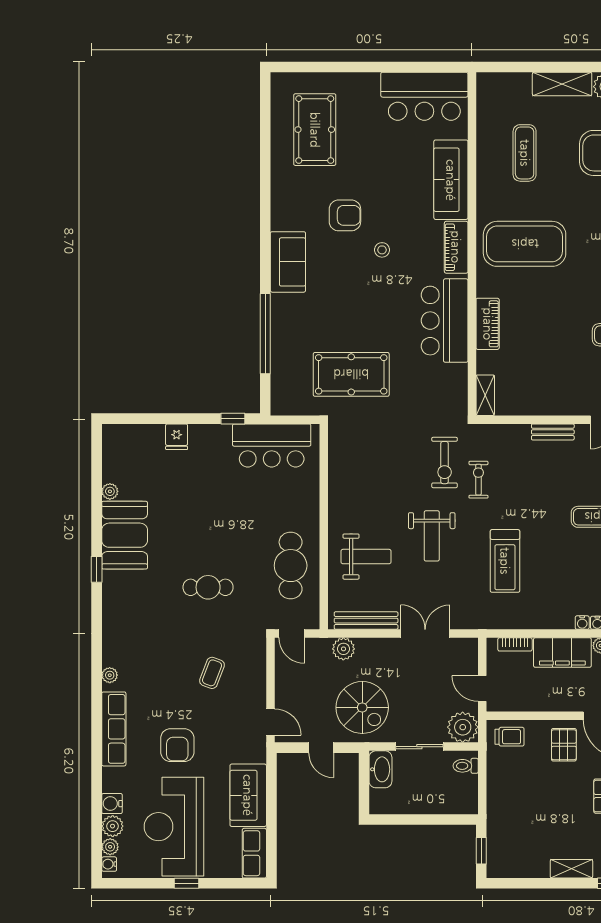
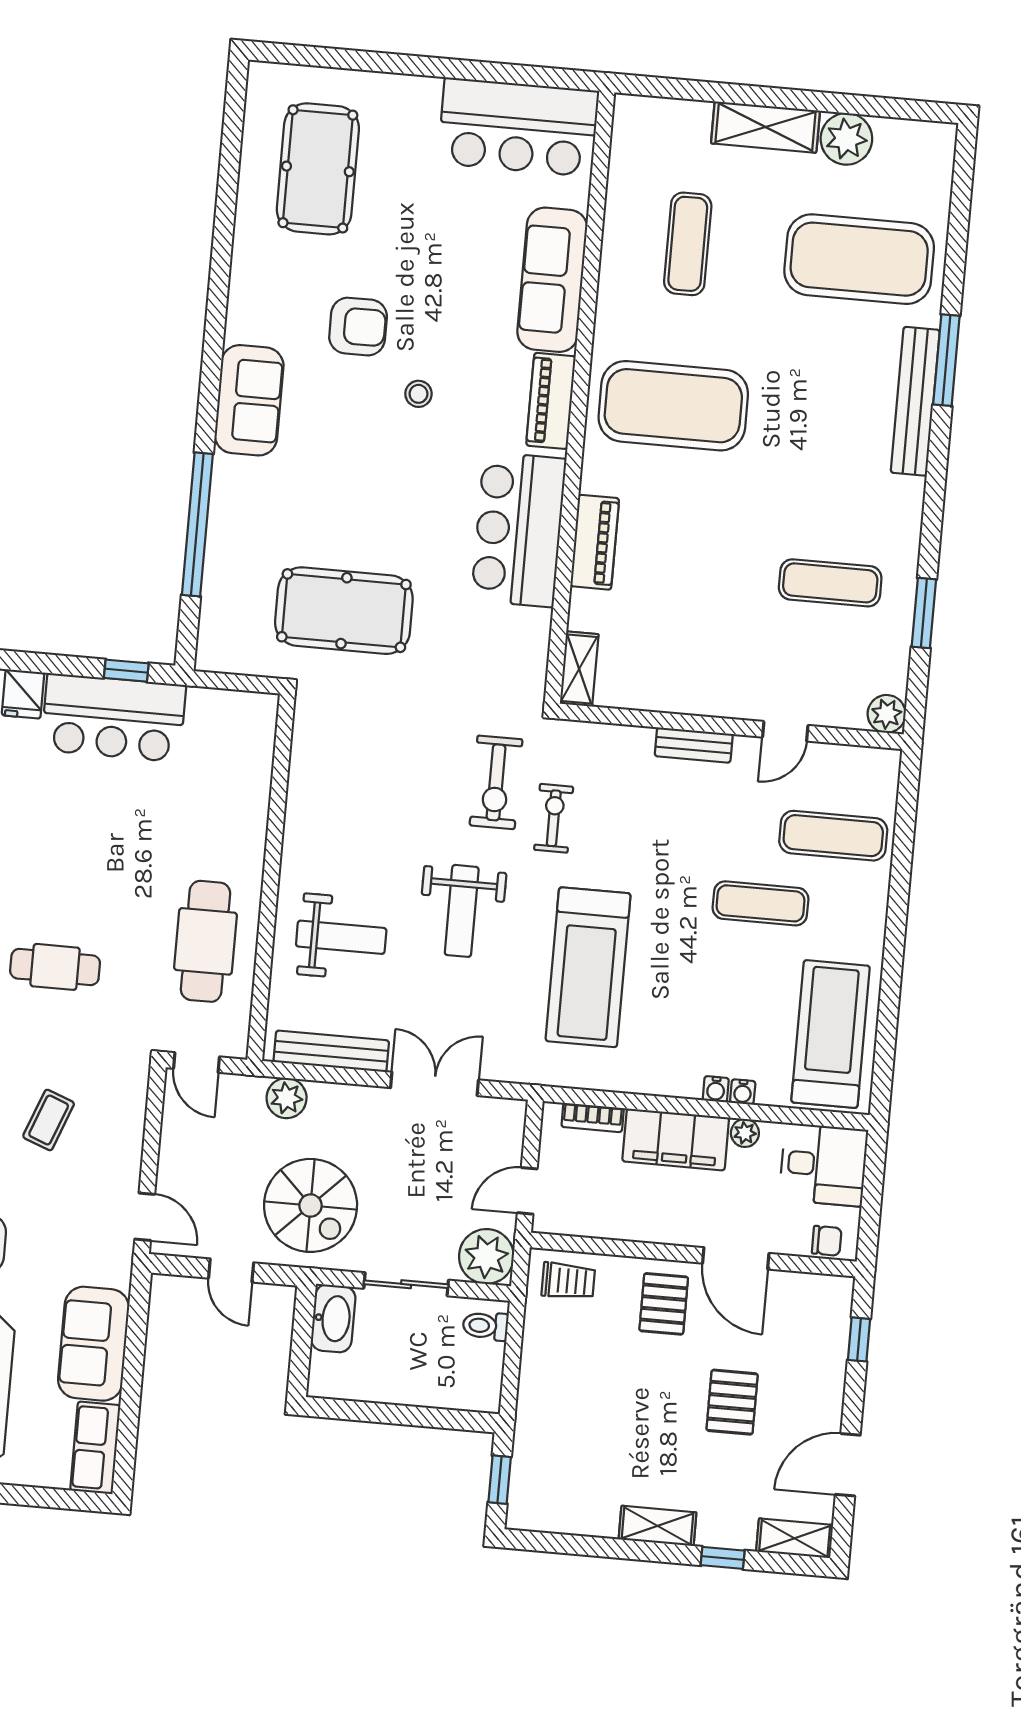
bar counter: (272, 445) -> (113, 718), moved
treadmill: (505, 561) -> (588, 967), width x1.37, depth x1.38
door: (482, 689) -> (527, 1191), hinge flipped

